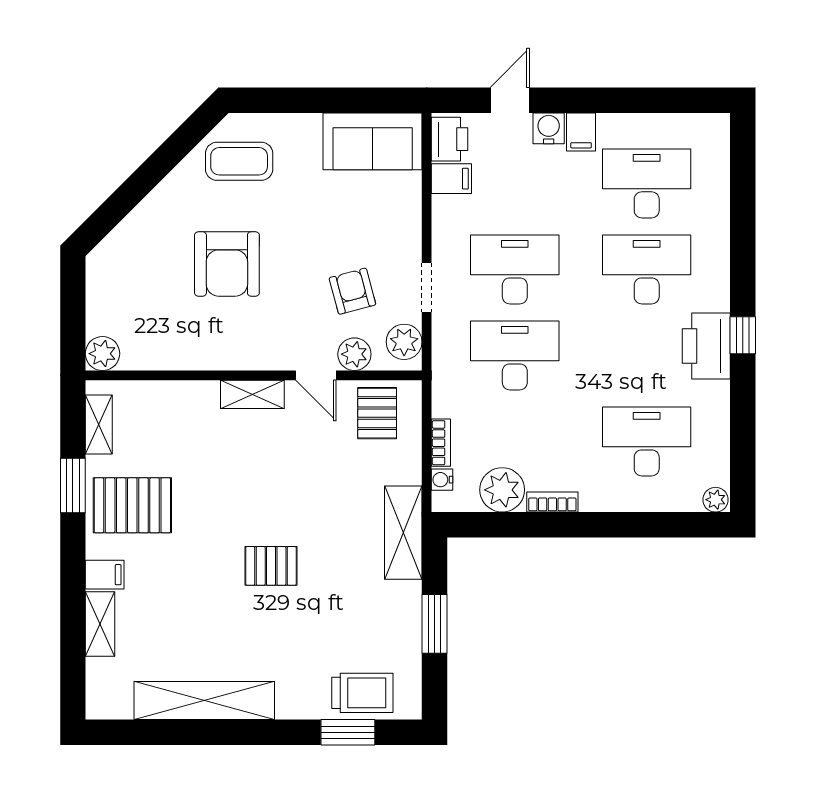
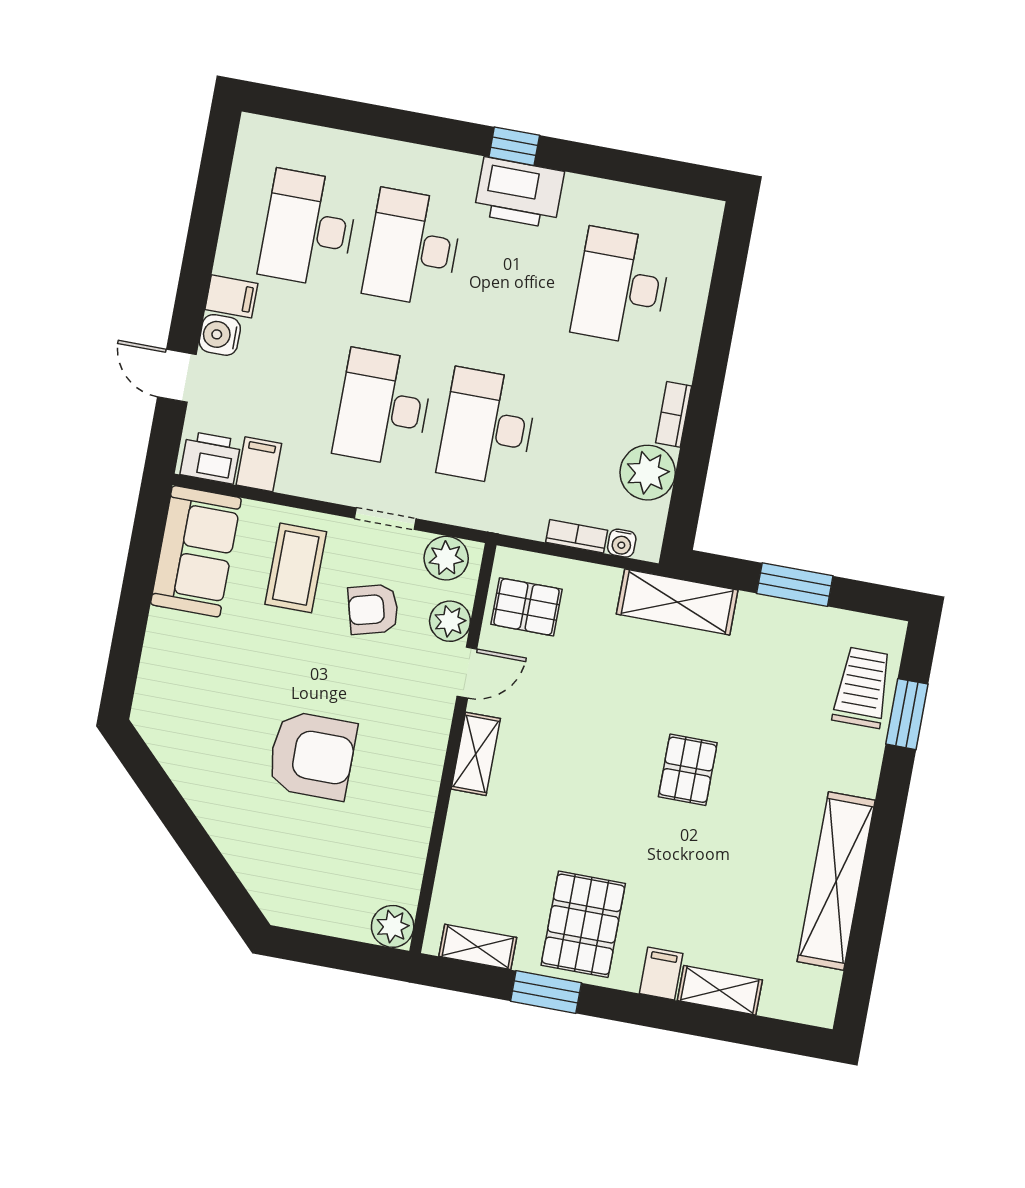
coffee table: (239, 161) -> (296, 568), moved
plant: (716, 500) -> (707, 216), removed

